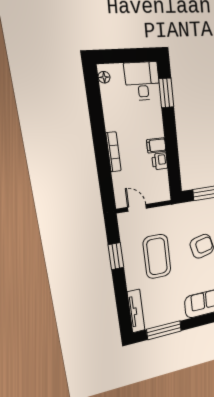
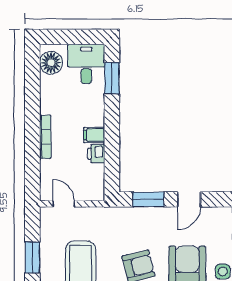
floor lamp: (104, 77) -> (51, 63), width x1.89, depth x1.89

